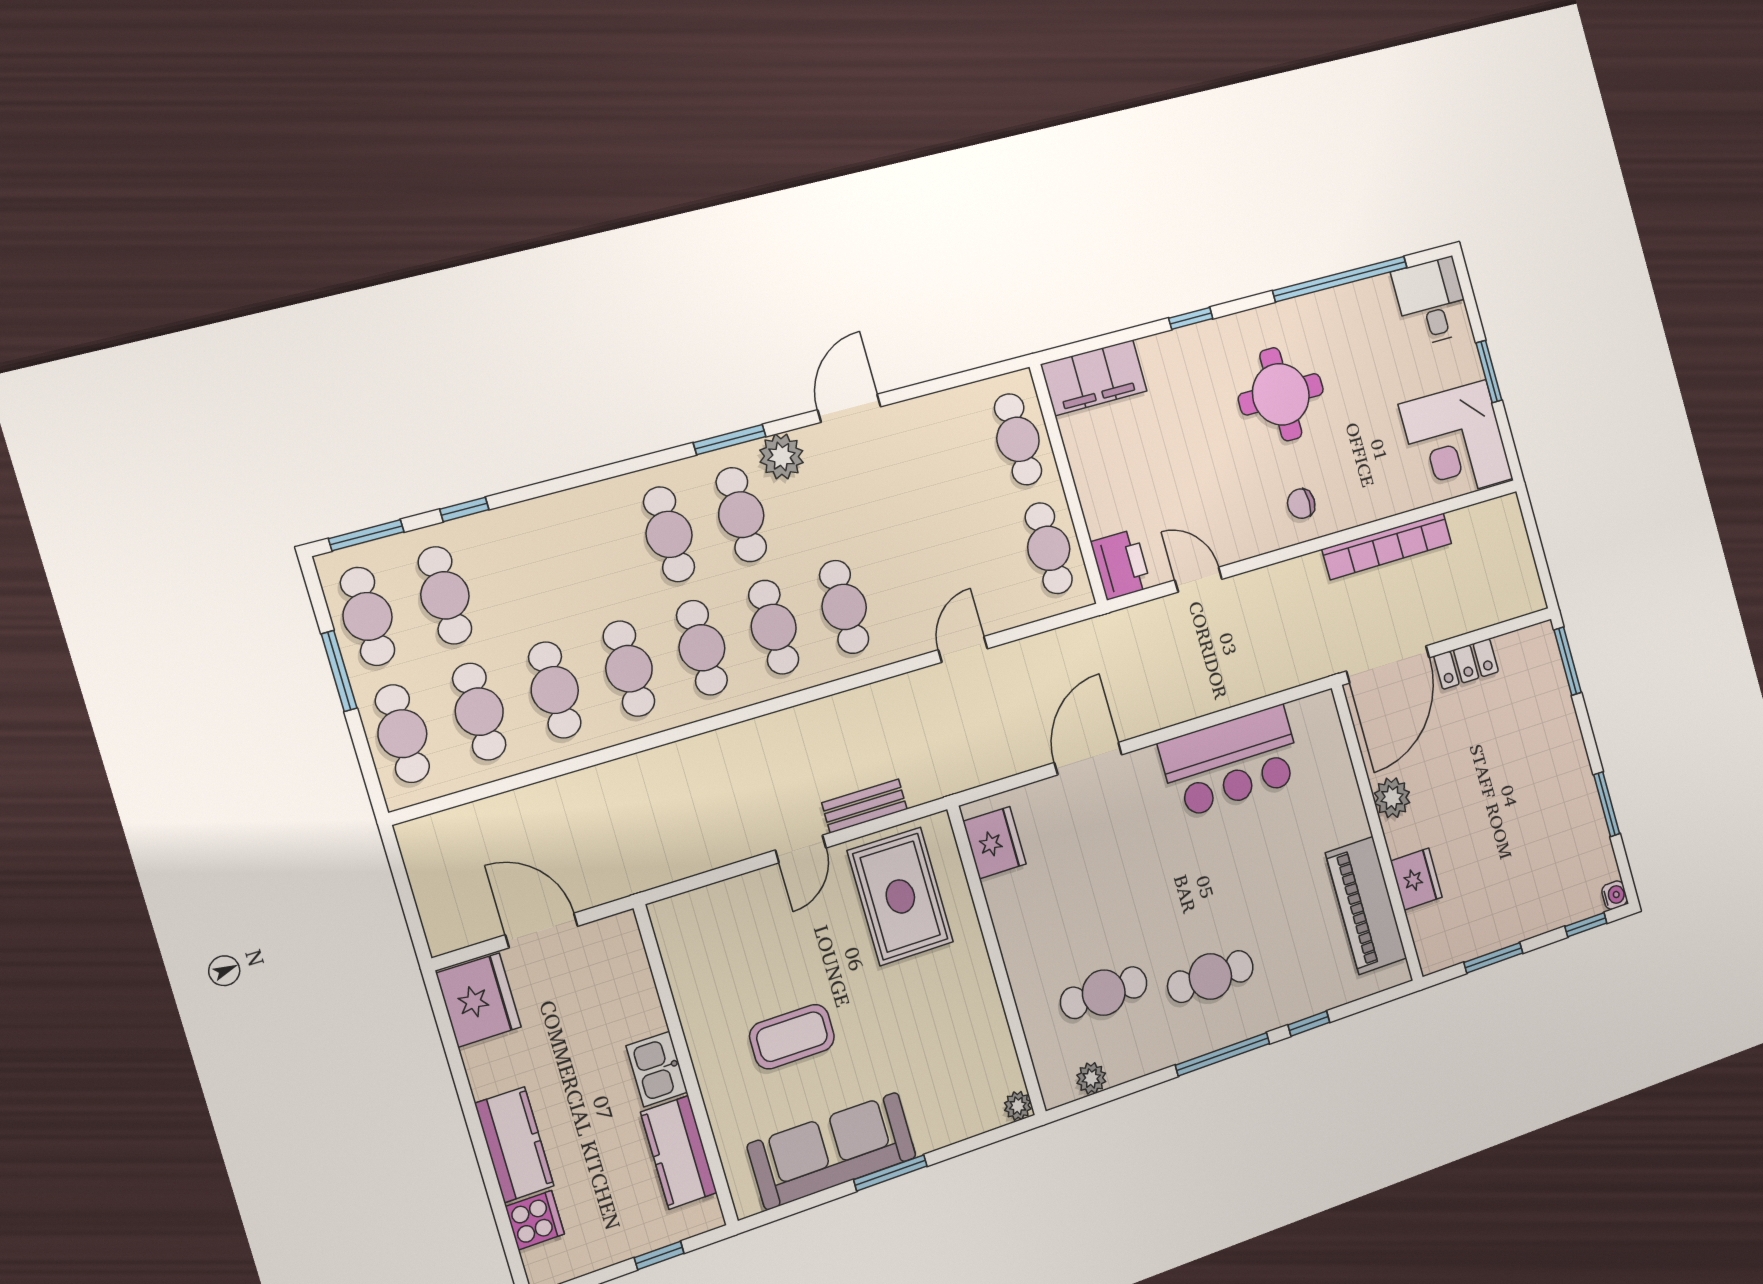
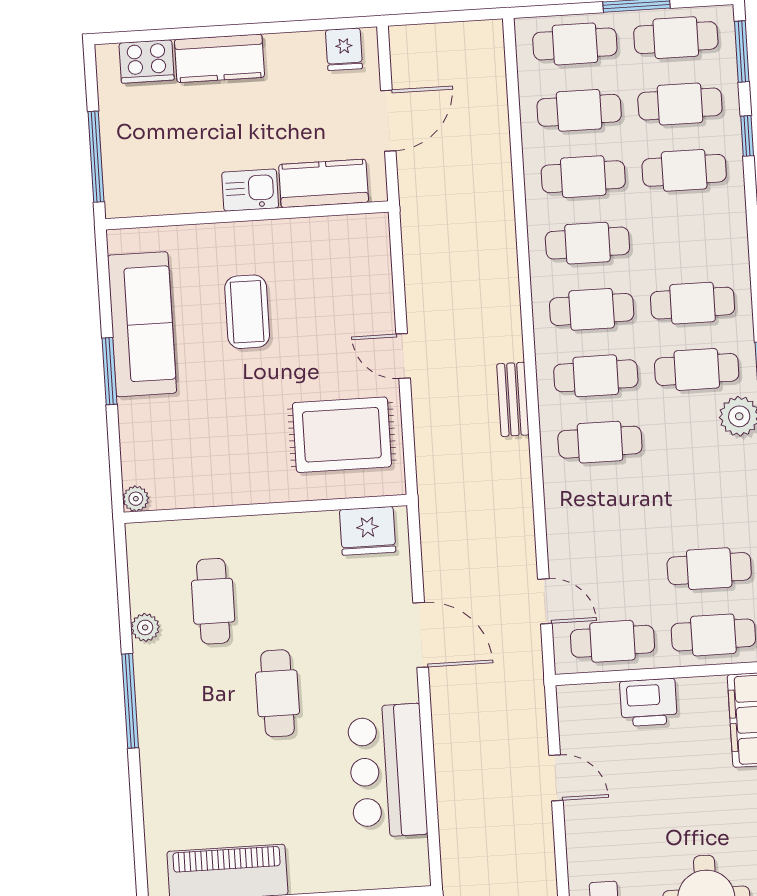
cafe table: (951, 458) -> (709, 569), added
printer: (1121, 565) -> (649, 702), moved
cafe table: (521, 575) -> (684, 170), added
door: (1198, 580) -> (556, 778), hinge flipped
door: (963, 649) -> (545, 601), moved
bench: (865, 806) -> (513, 399), moved
cafe table: (1210, 977) -> (278, 693), moved
fridge: (478, 1000) -> (344, 49), width x0.53, depth x0.75
window: (1309, 1024) -> (136, 791), removed
plant: (1091, 1078) -> (145, 627), moved
kitchen counter: (679, 1152) -> (324, 183), moved
cooker: (535, 1220) -> (147, 61), width x1.36
window: (659, 1256) -> (96, 157), width x2.17

